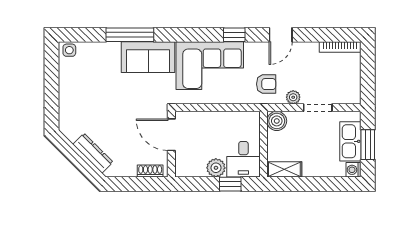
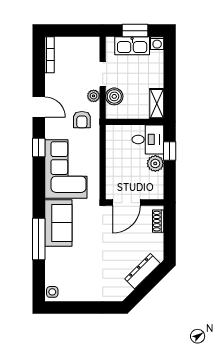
armchair: (266, 84) -> (82, 120), turned 180
boiler: (277, 121) -> (114, 96), moved

